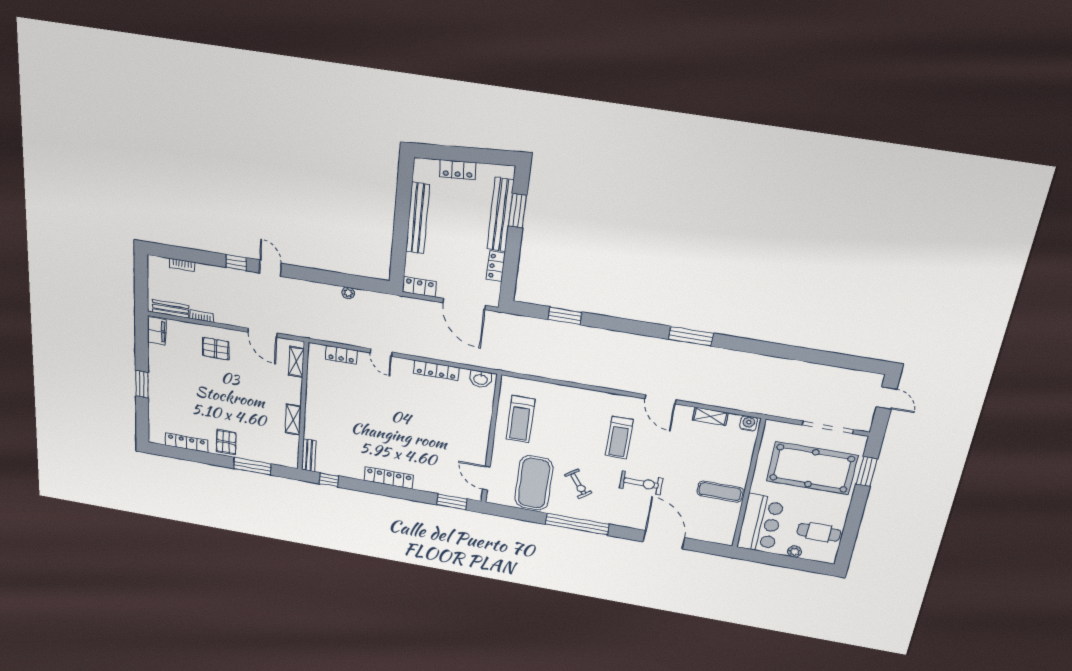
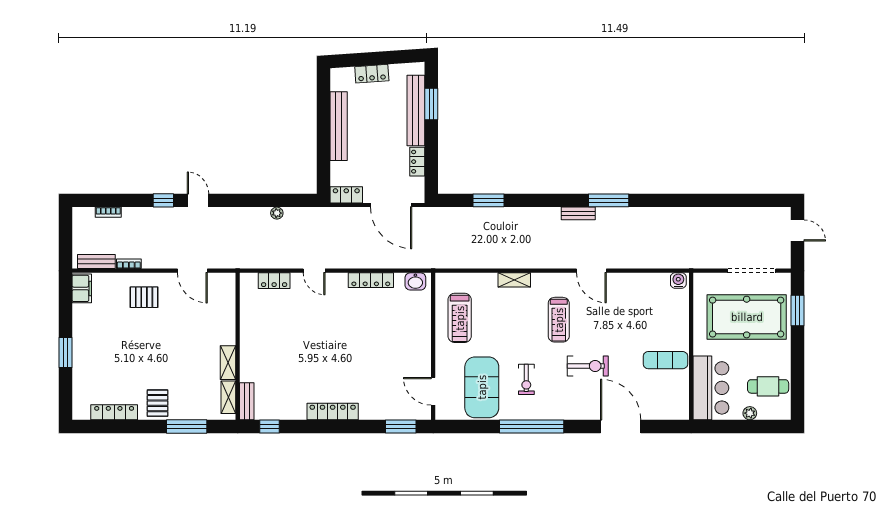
bench: (656, 343) -> (578, 213), added
shelving: (296, 362) -> (228, 397), moved
shelving: (710, 416) -> (514, 280), moved
exercise bike: (578, 484) -> (526, 379), turned 36

